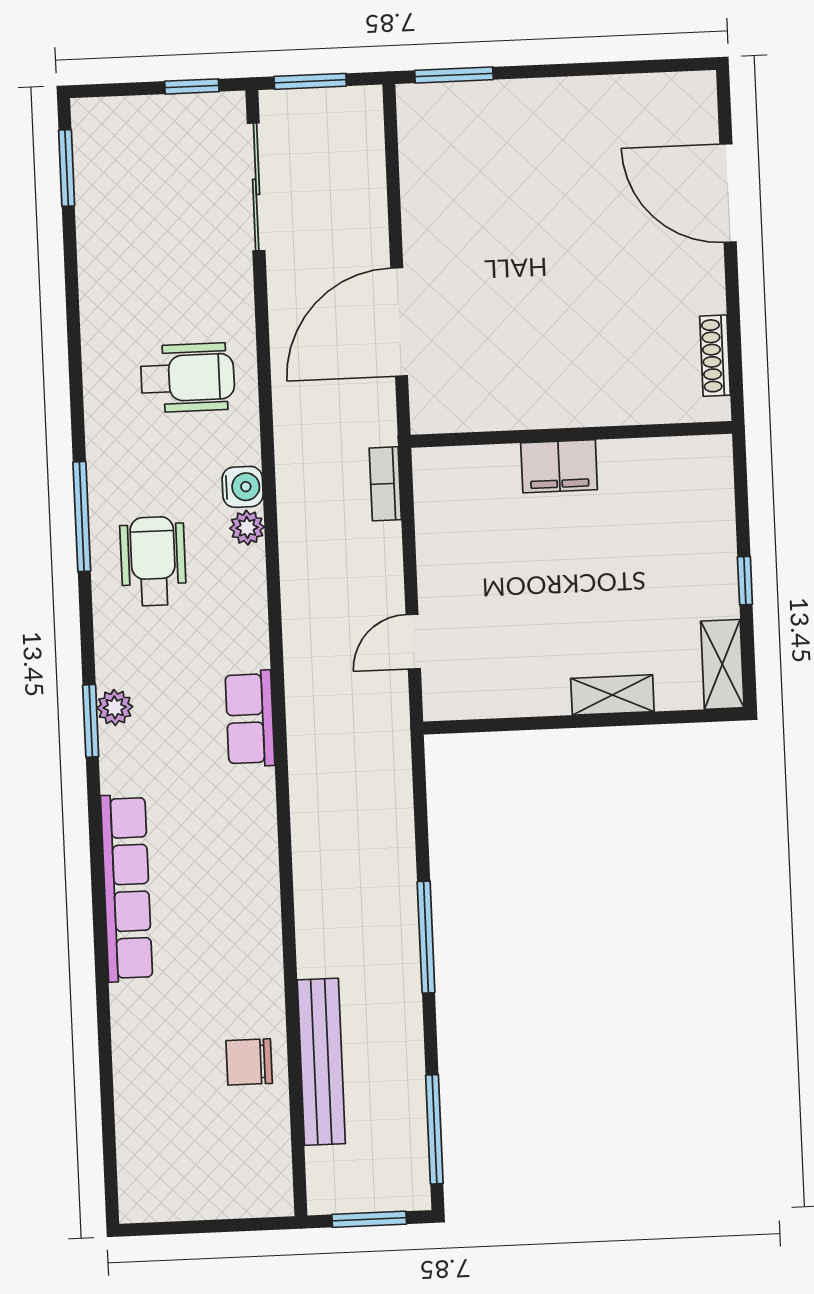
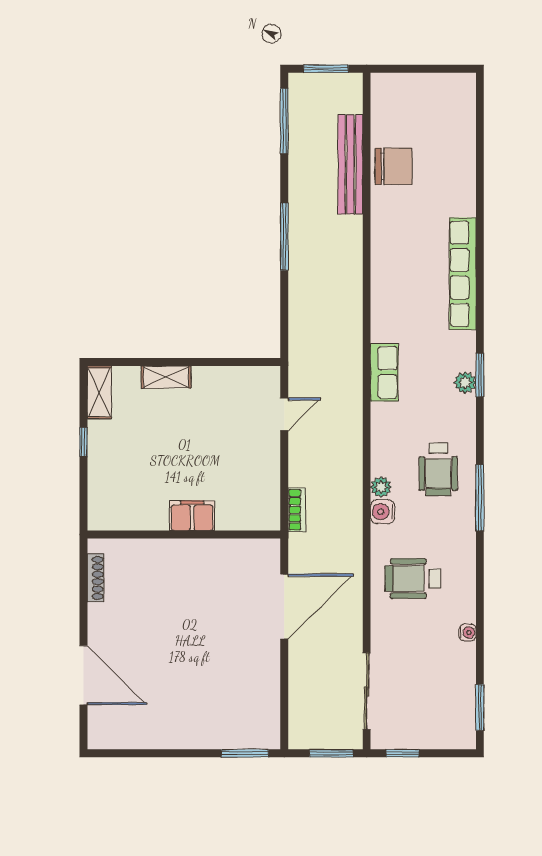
water cooler: (93, 292) -> (467, 633), added
chair: (249, 1062) -> (394, 166), width x1.37, depth x1.37

